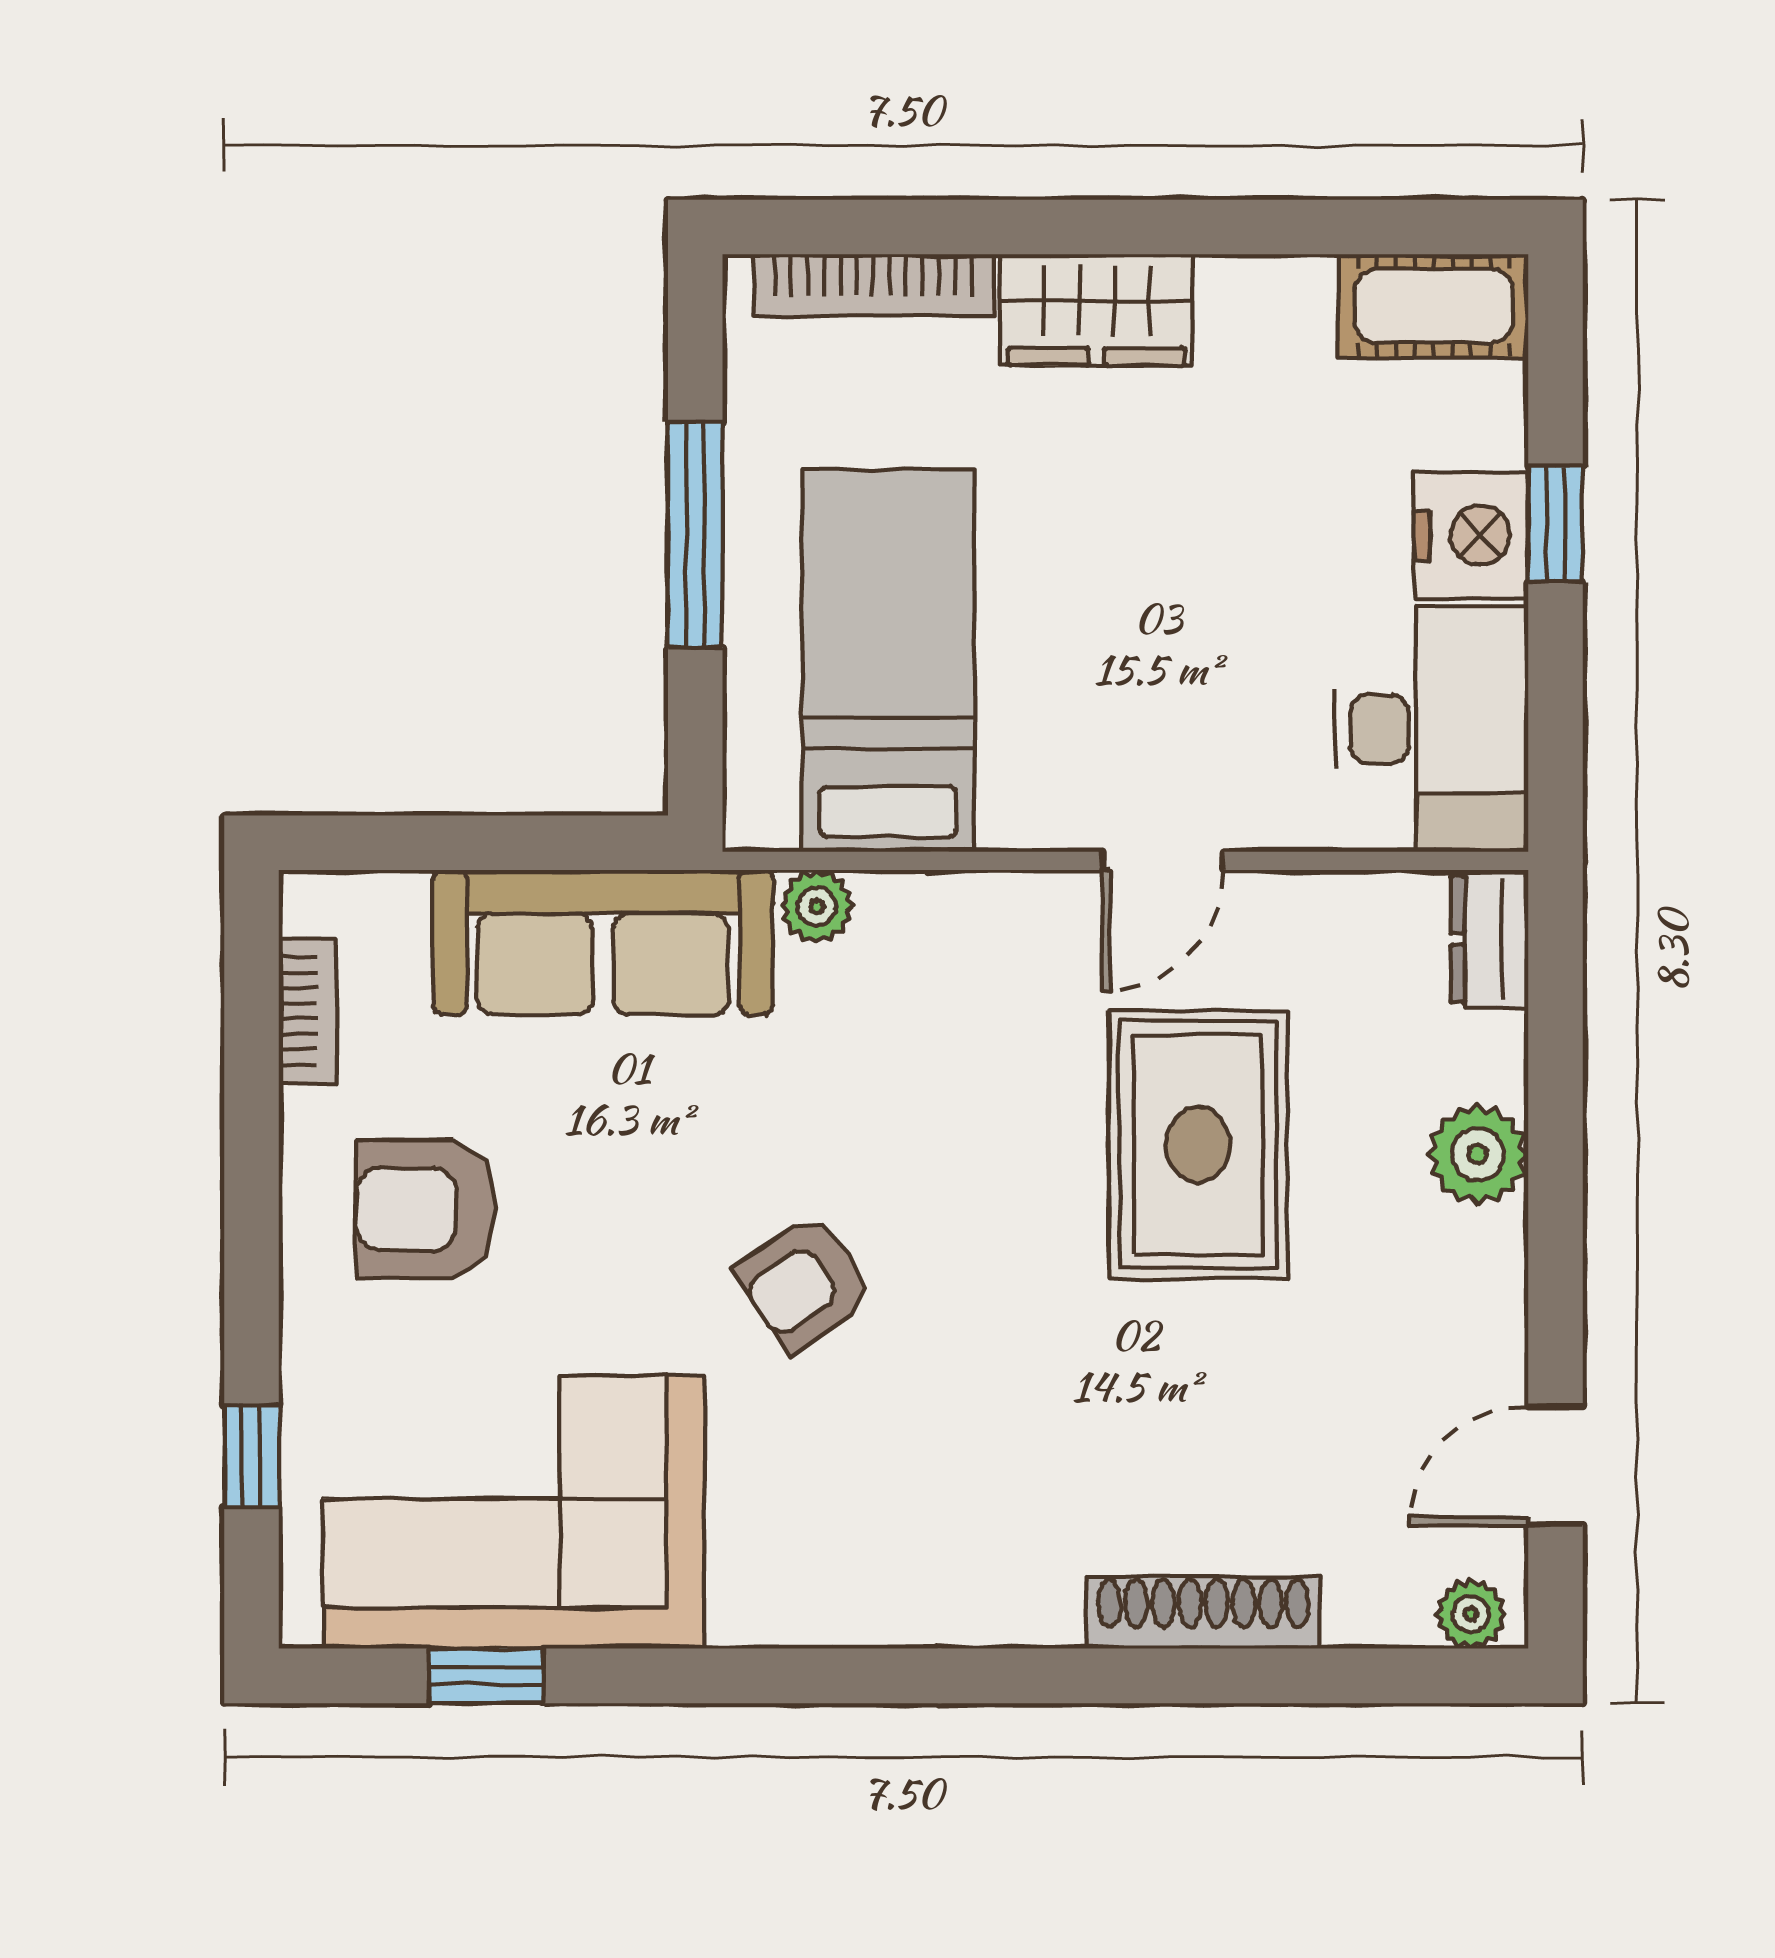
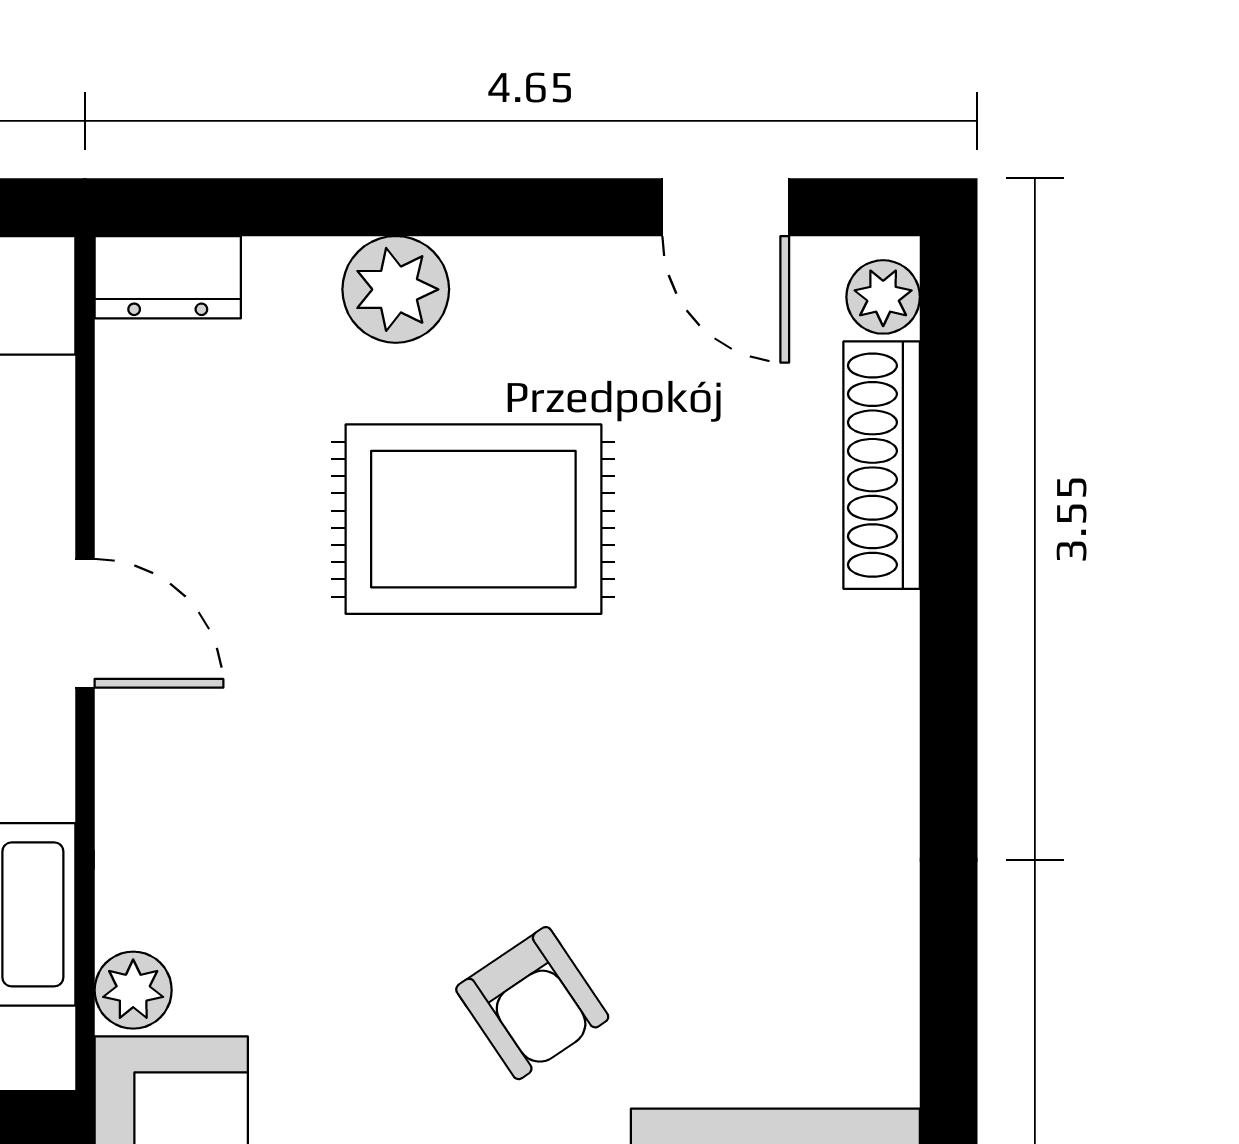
rug: (1198, 1145) -> (473, 519), moved
shoe rack: (1203, 1613) -> (882, 465), moved

